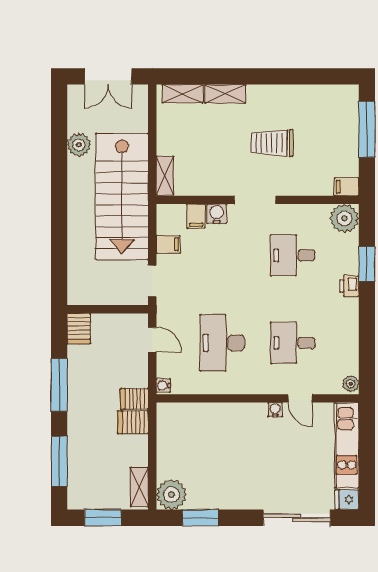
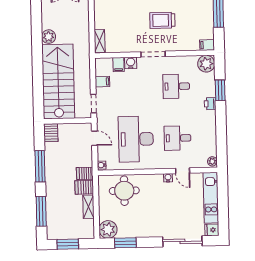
plant: (79, 145) -> (49, 37), moved
stairs: (122, 196) -> (58, 81), moved, turned 180
desk: (222, 343) -> (136, 139), width x1.36, depth x1.30
round table: (201, 430) -> (124, 191), added
shelving: (139, 487) -> (88, 207), moved

